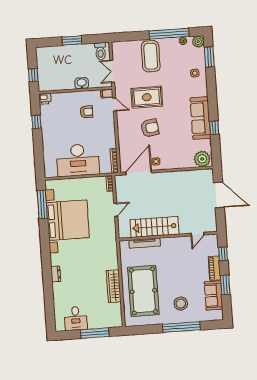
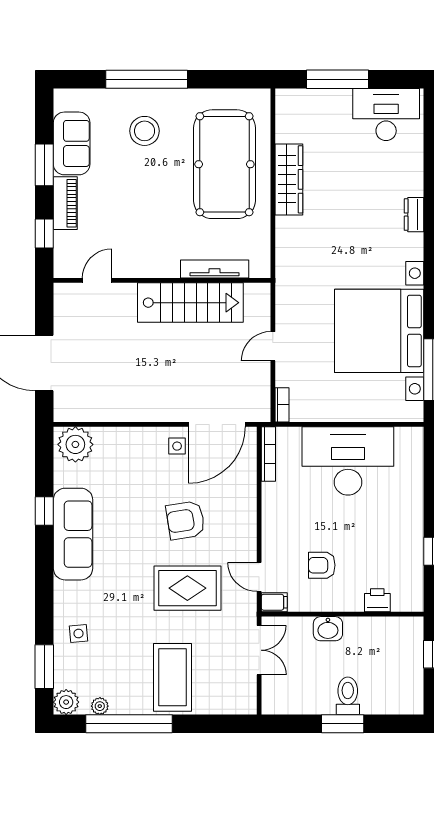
toilet: (100, 51) -> (348, 696), moved
printer: (45, 99) -> (377, 600), moved
desk: (76, 318) -> (386, 115), width x1.37

